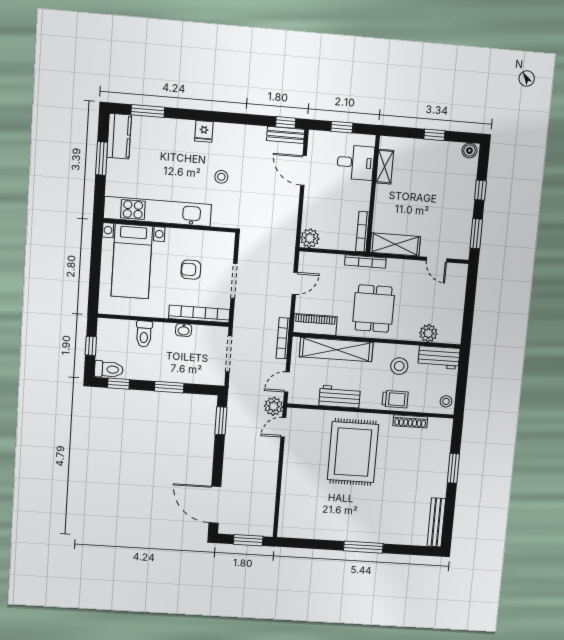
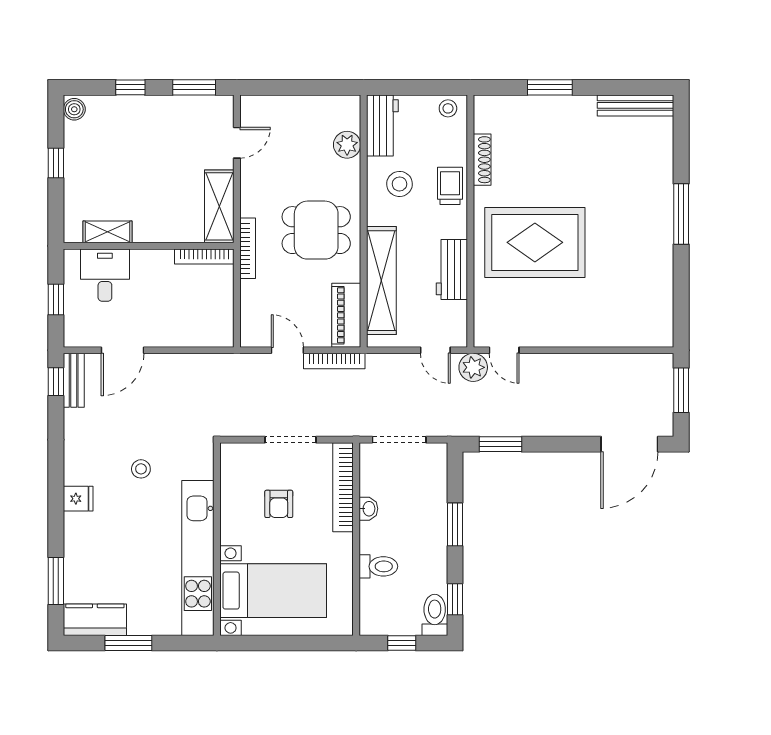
plant: (310, 238) -> (220, 333), removed
bookcase: (283, 338) -> (334, 361), moved

